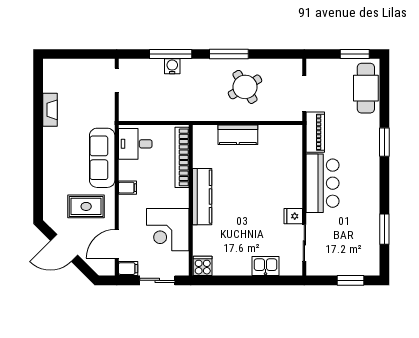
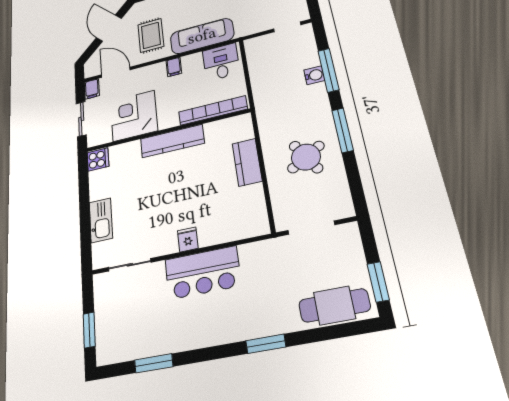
piano: (315, 132) -> (265, 251), removed
fridge: (293, 216) -> (188, 239), moved
kitchen sink: (265, 266) -> (101, 220), width x1.38

